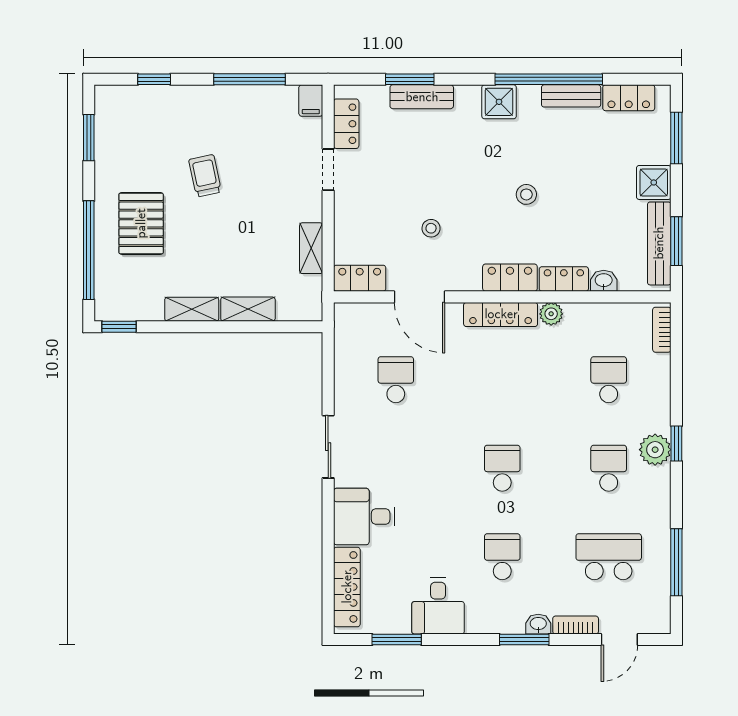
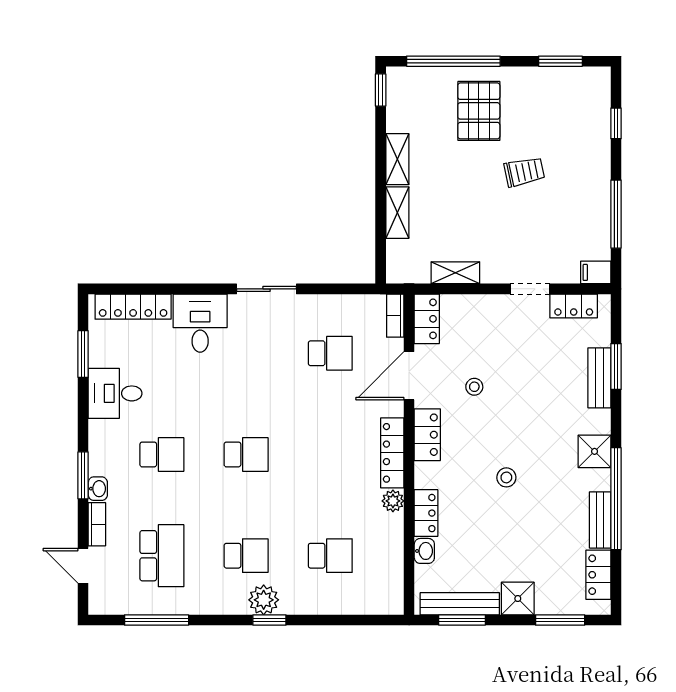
pallet: (141, 223) -> (479, 111), turned 90
locker: (510, 278) -> (427, 435), moved
bookcase: (662, 330) -> (395, 316), moved, turned -90

